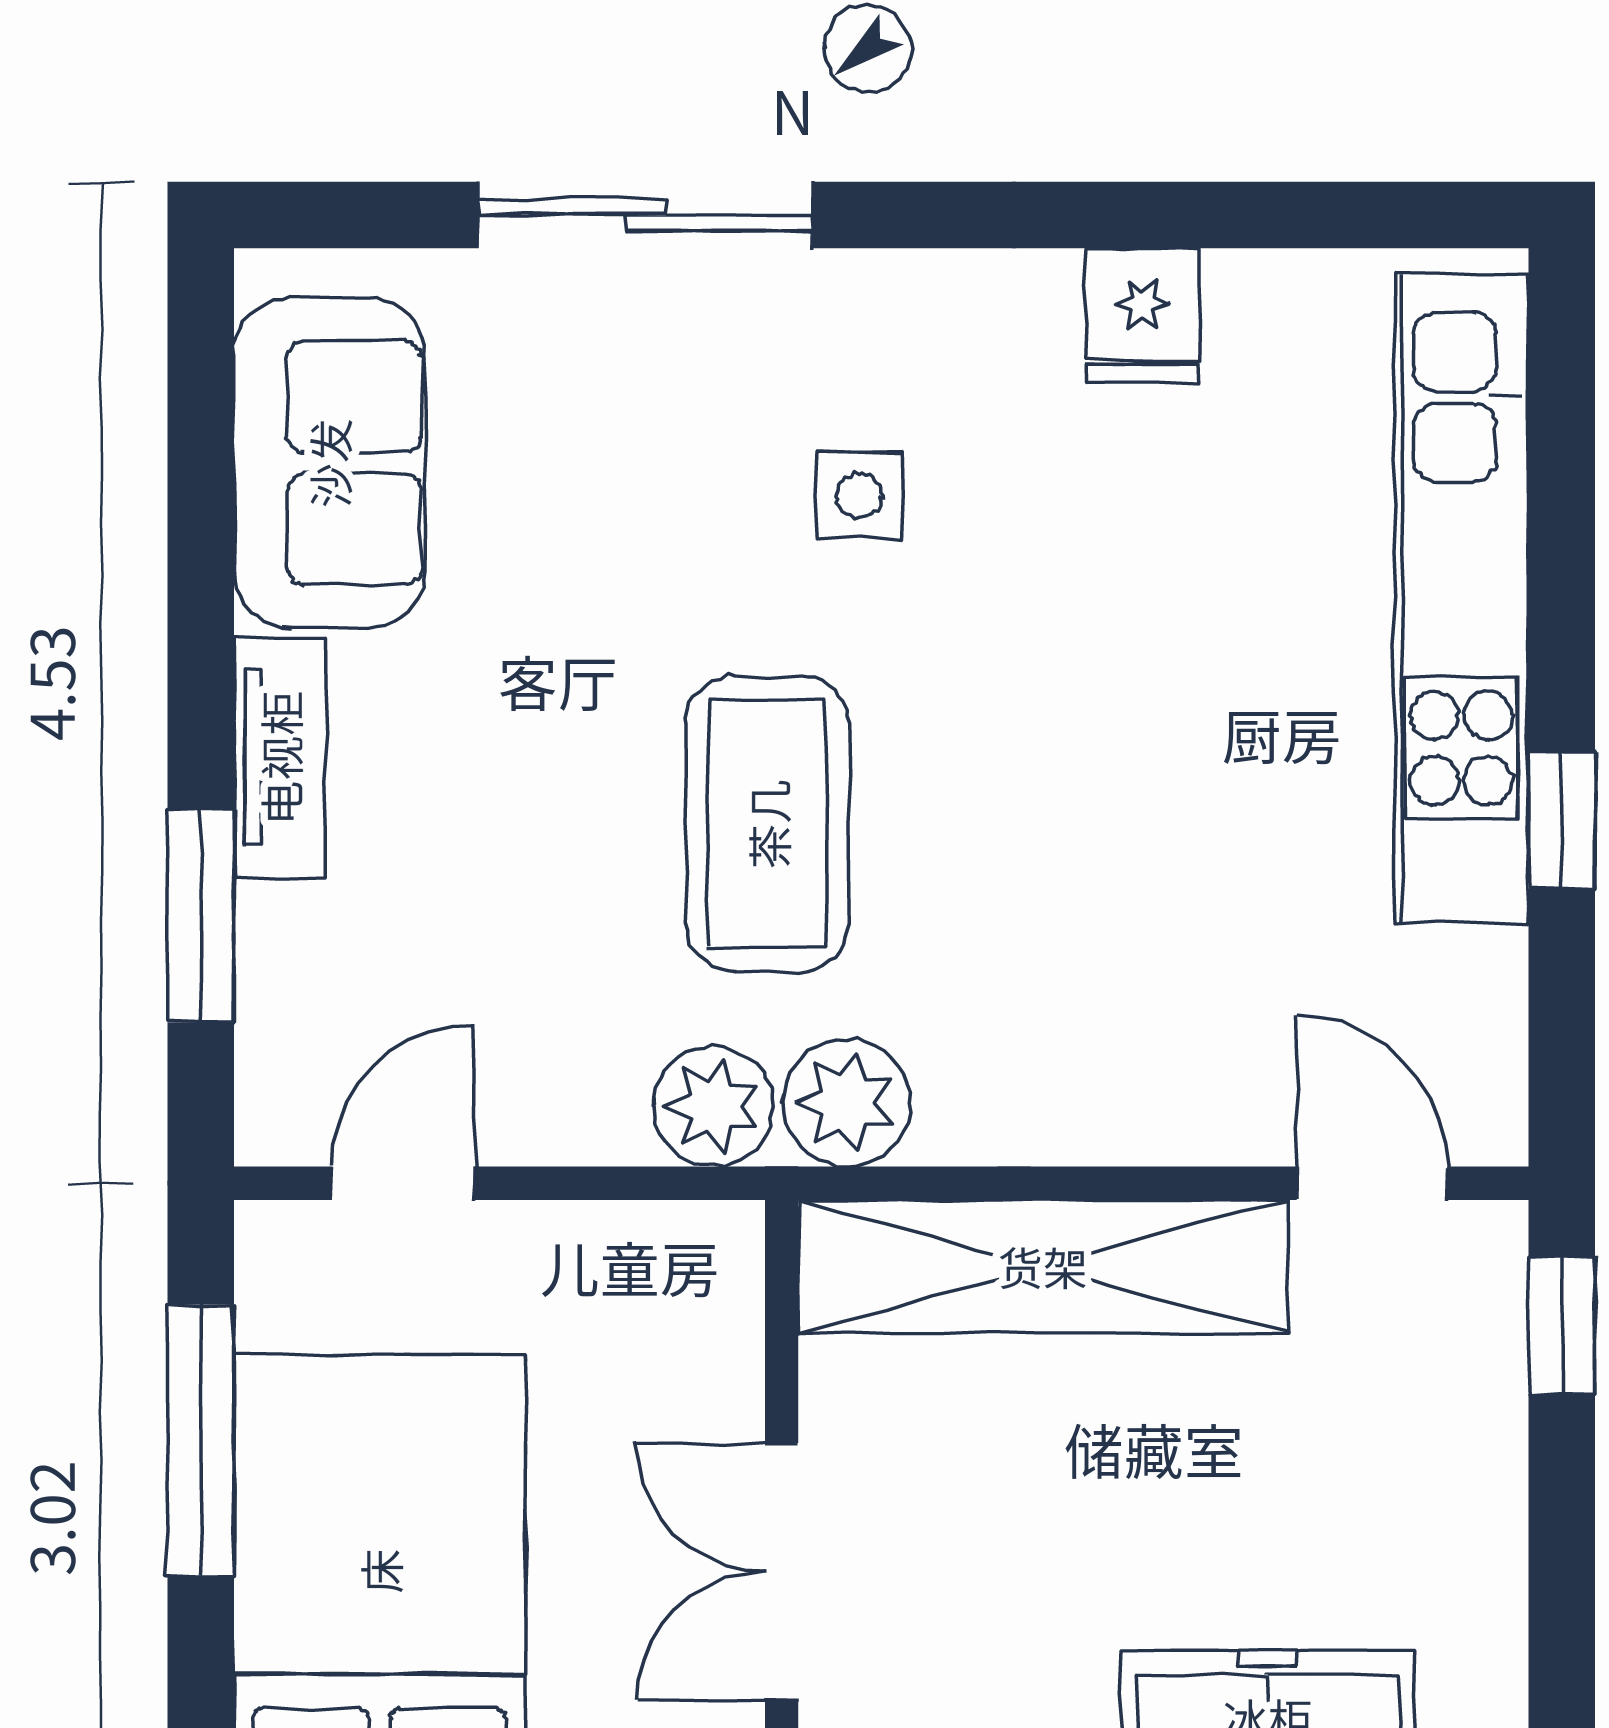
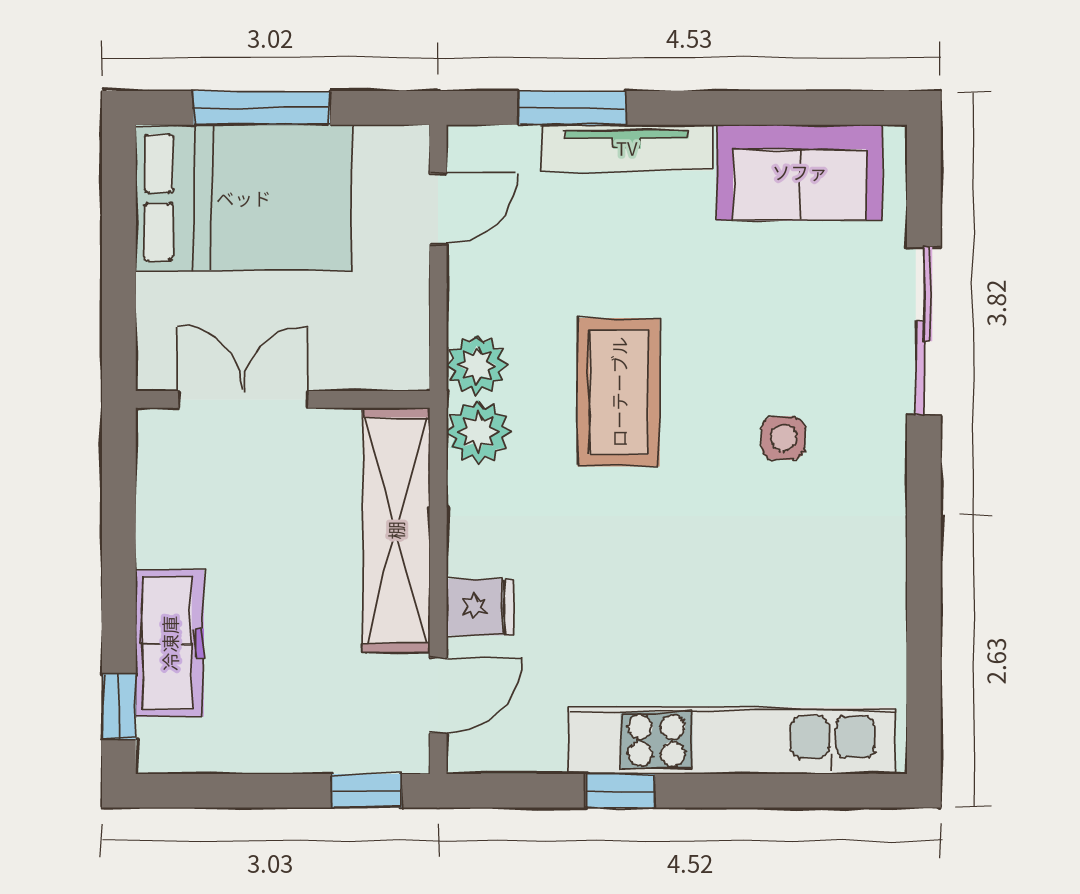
fridge: (1142, 315) -> (480, 607), moved, turned 180
tv unit: (280, 758) -> (627, 148), width x1.41
coffee table: (768, 824) -> (619, 392), turned 90
door: (403, 1183) -> (438, 209), hinge flipped
window: (201, 1441) -> (262, 108), moved

